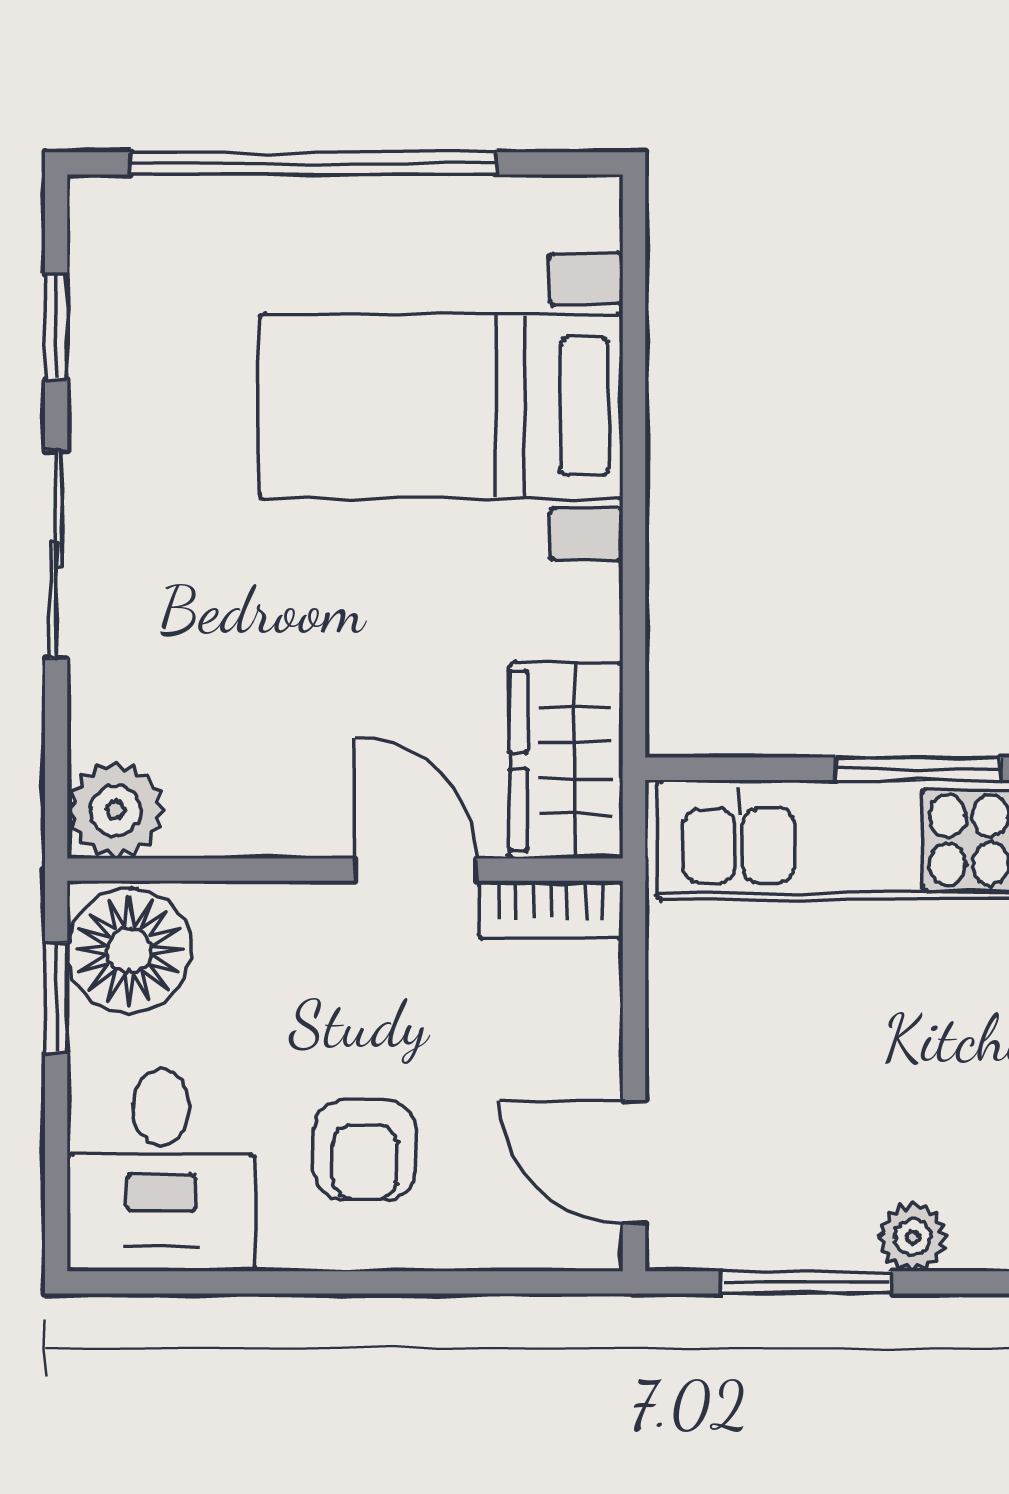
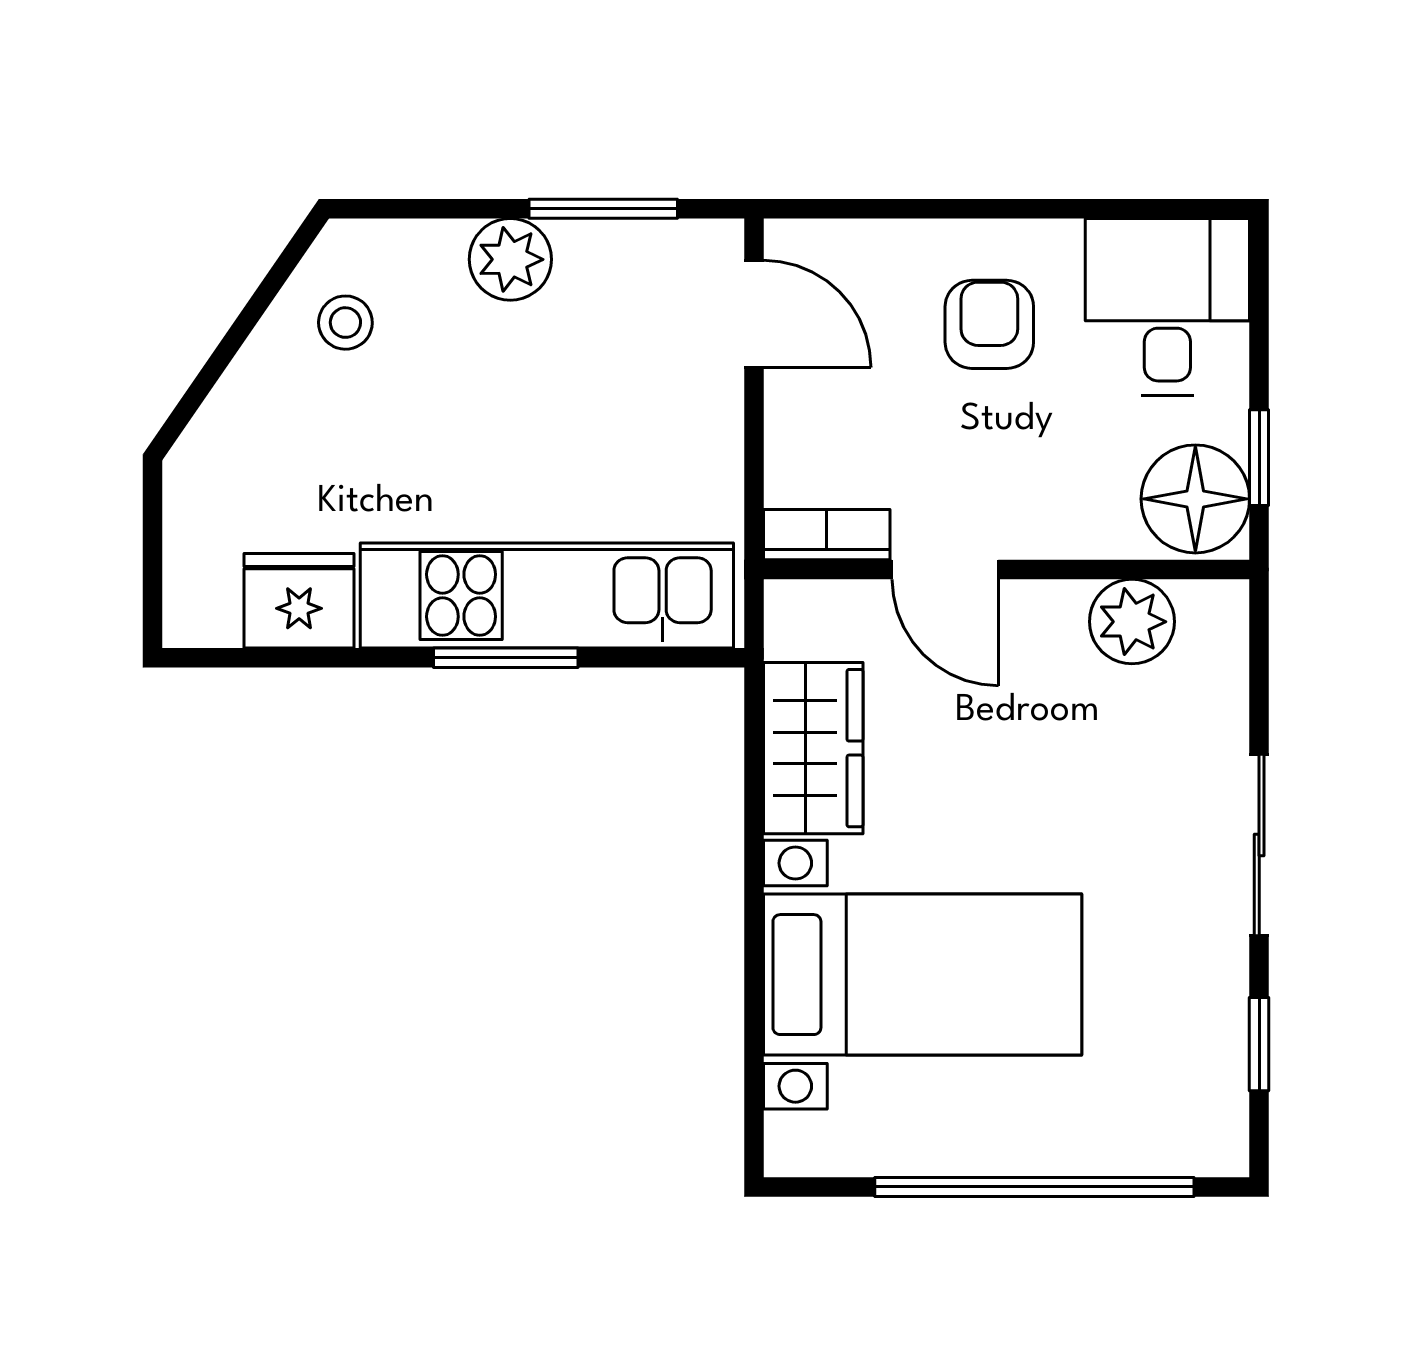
wardrobe: (566, 761) -> (813, 748), moved
plant: (116, 810) -> (1132, 622), moved
plant: (913, 1237) -> (510, 259), width x1.38, depth x1.38

